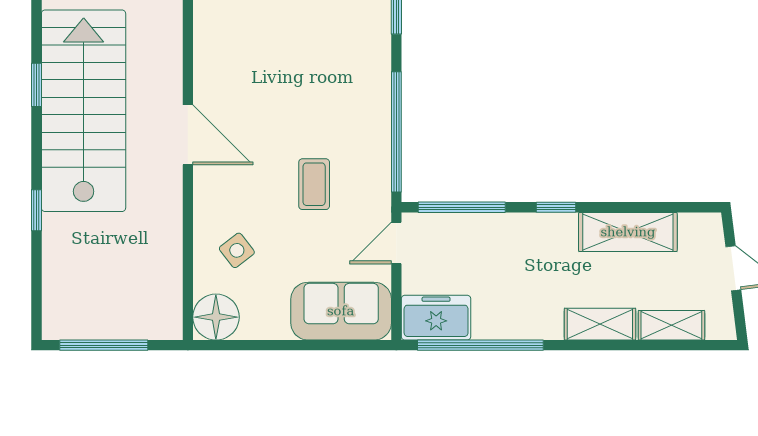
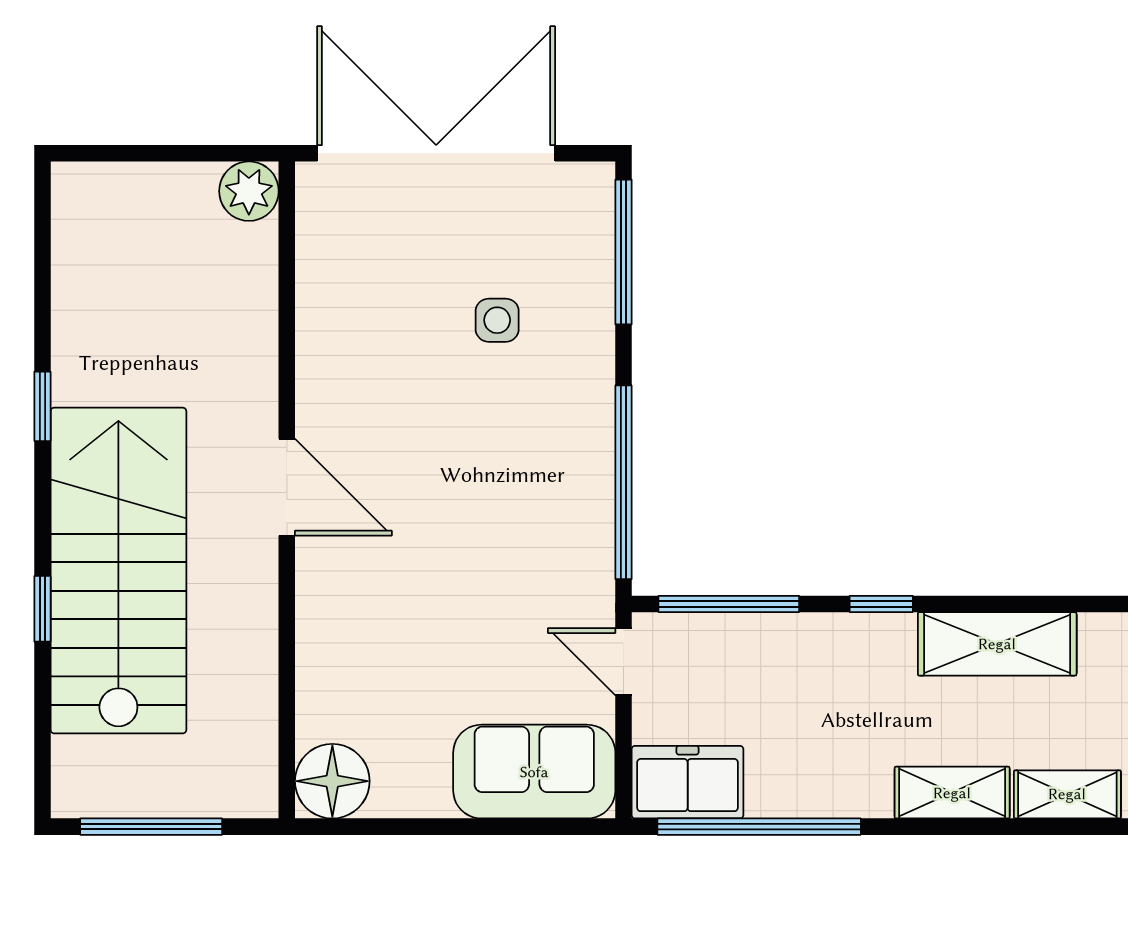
stairs: (84, 111) -> (118, 571), moved
coffee table: (314, 184) -> (491, 567), removed
door: (396, 243) -> (623, 662), hinge flipped
side table: (237, 250) -> (497, 320), moved, turned 38

